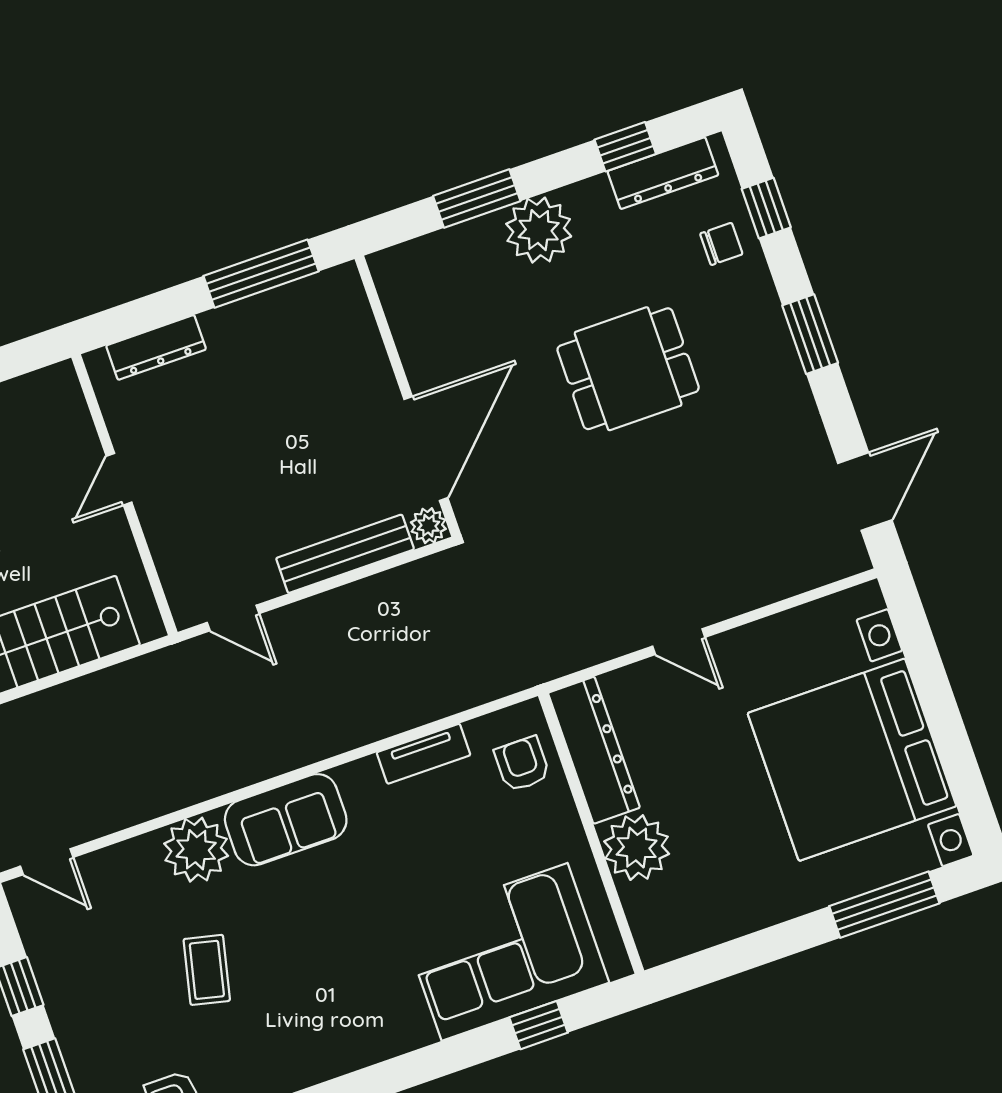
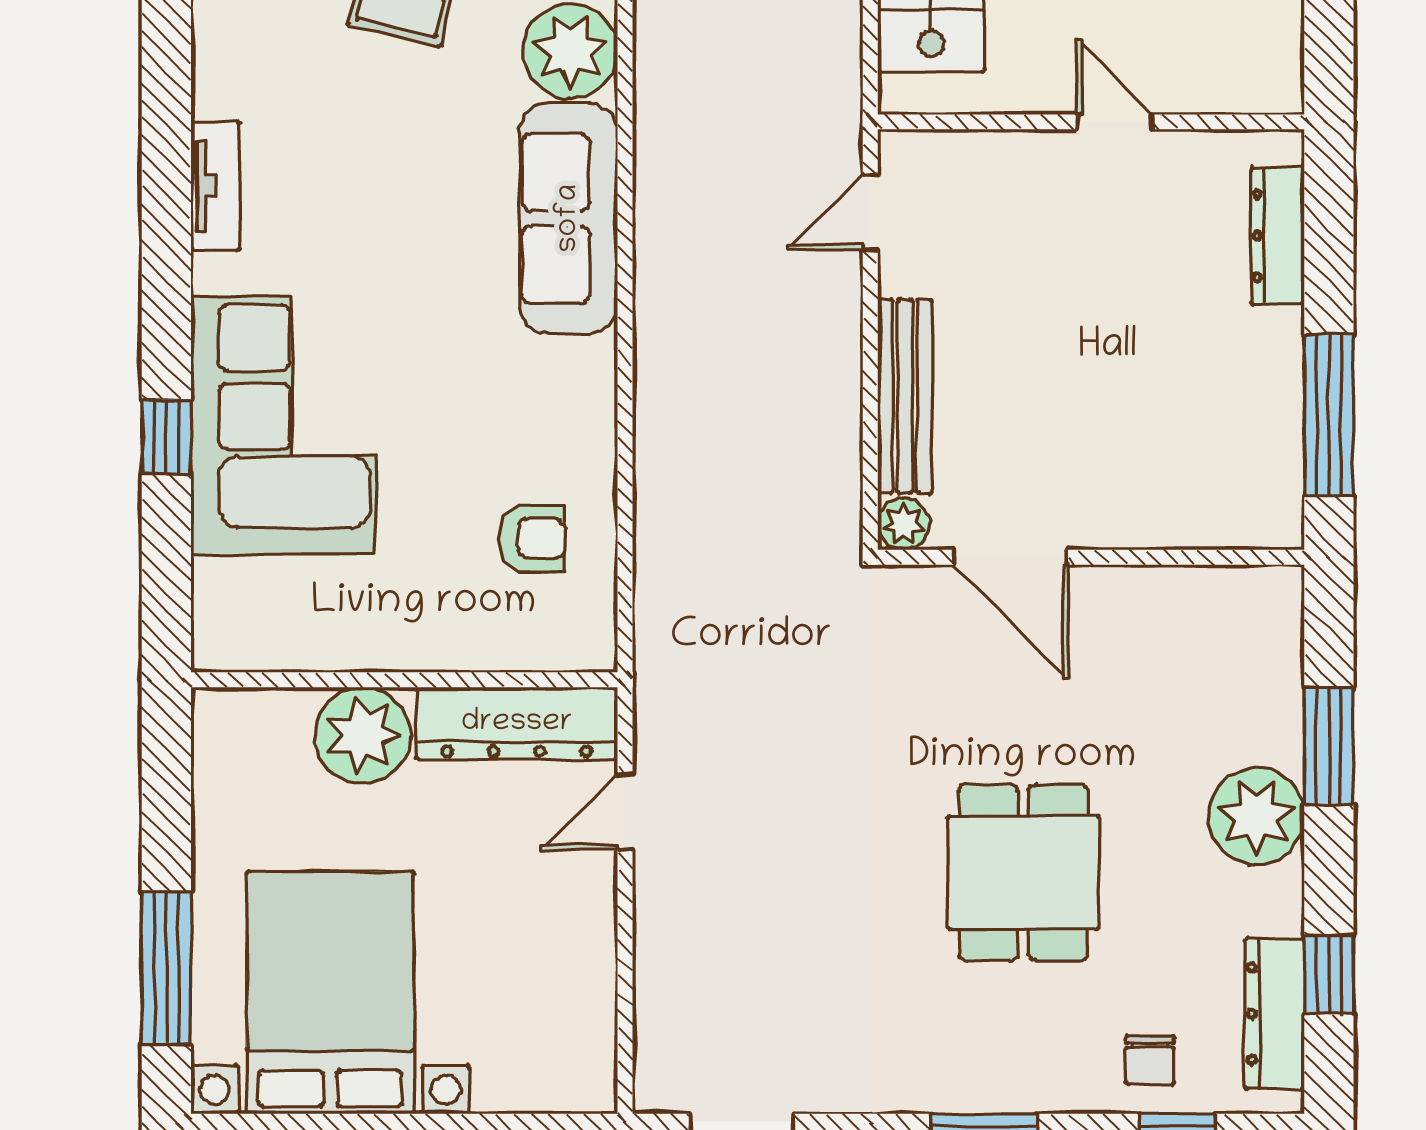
door: (426, 449) -> (1010, 557), width x0.73
dresser: (594, 750) -> (517, 723), moved
tv unit: (424, 754) -> (215, 186), moved, turned 180
bed with nightstands: (852, 760) -> (330, 993), width x0.73
sofa: (286, 820) -> (569, 218), width x1.36
wall: (591, 833) -> (404, 680), moved
plant: (637, 848) -> (363, 735), moved

